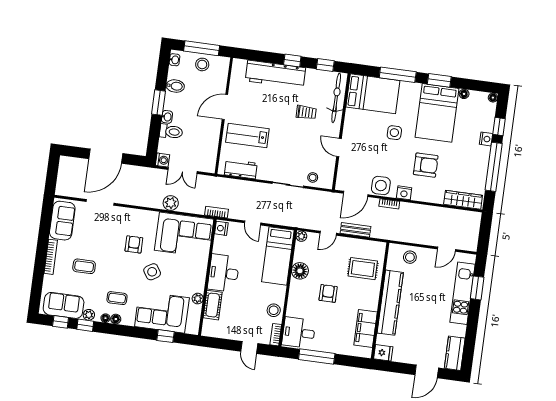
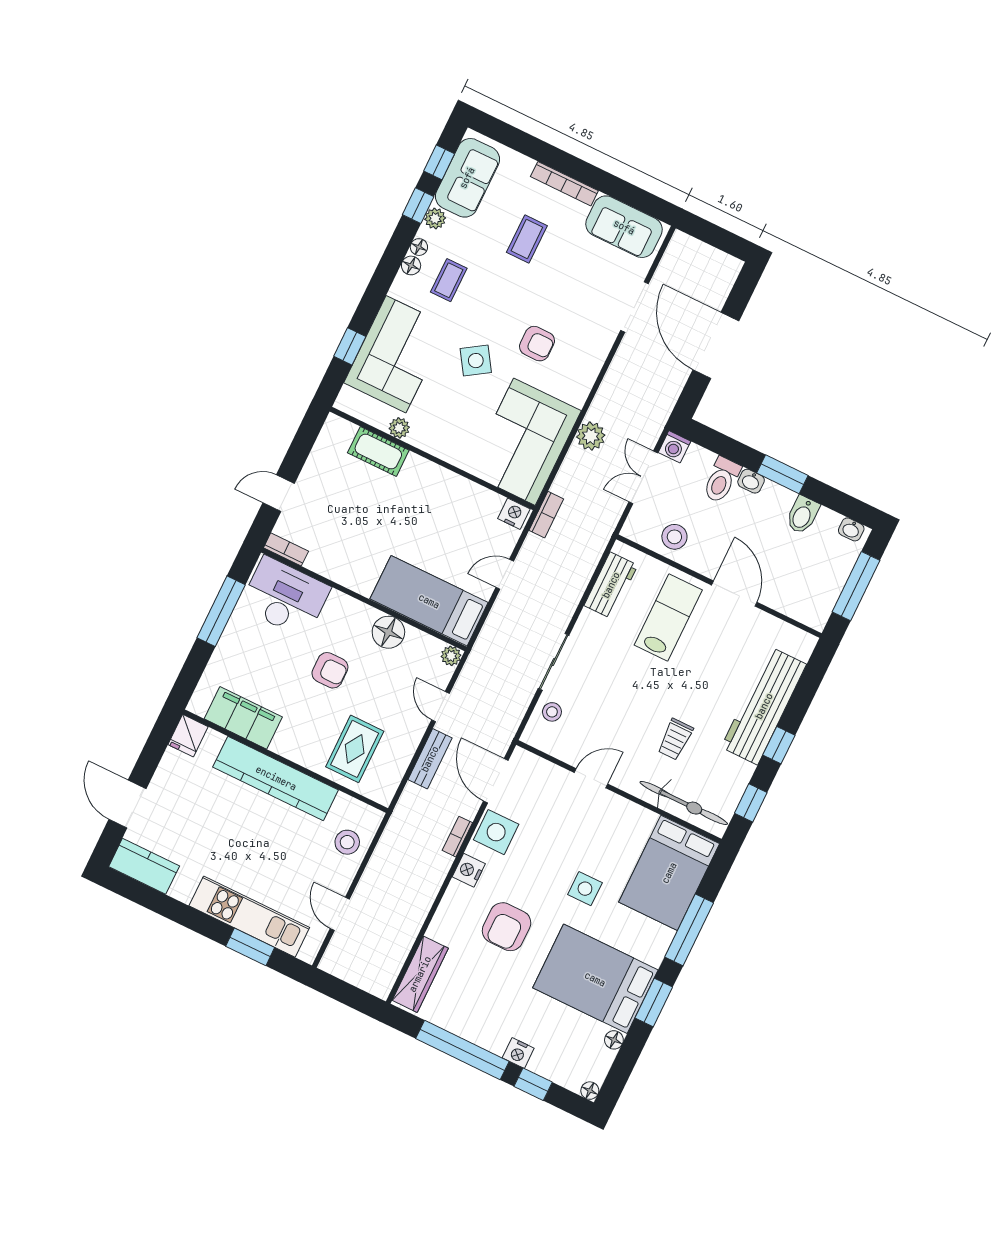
stool: (202, 64) -> (674, 537), moved
desk: (224, 273) -> (430, 491), removed
stool: (274, 310) -> (332, 560), removed
desk: (299, 333) -> (285, 597), width x1.37

